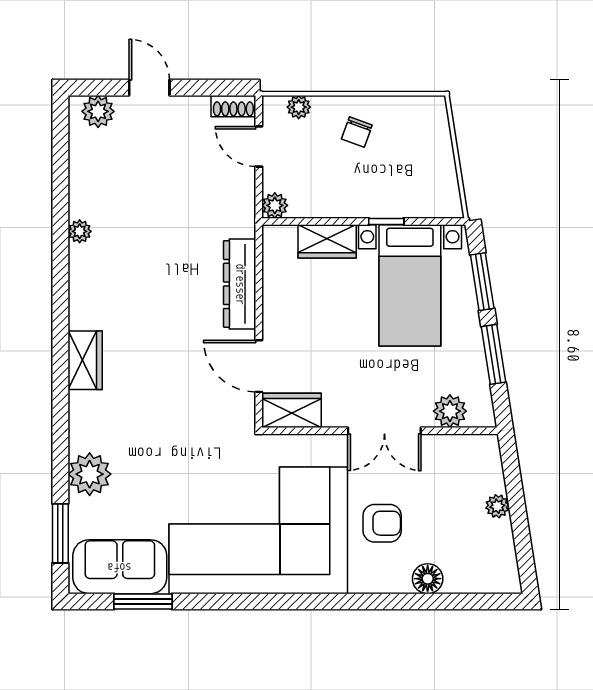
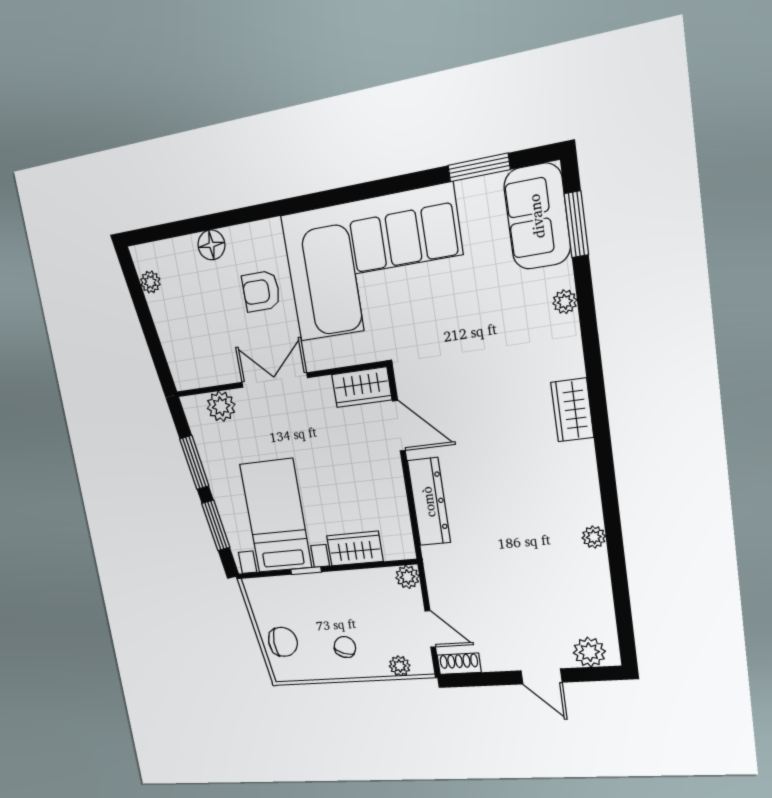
chair: (428, 142) -> (283, 642), added
plant: (90, 474) -> (565, 302), width x0.53, depth x0.53
plant: (497, 506) -> (150, 282), moved
sofa: (120, 567) -> (537, 216), moved, turned 90

